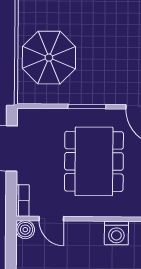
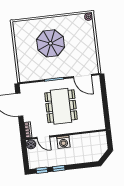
parasol: (49, 58) -> (51, 43), moved
washing machine: (116, 233) -> (63, 142), moved

